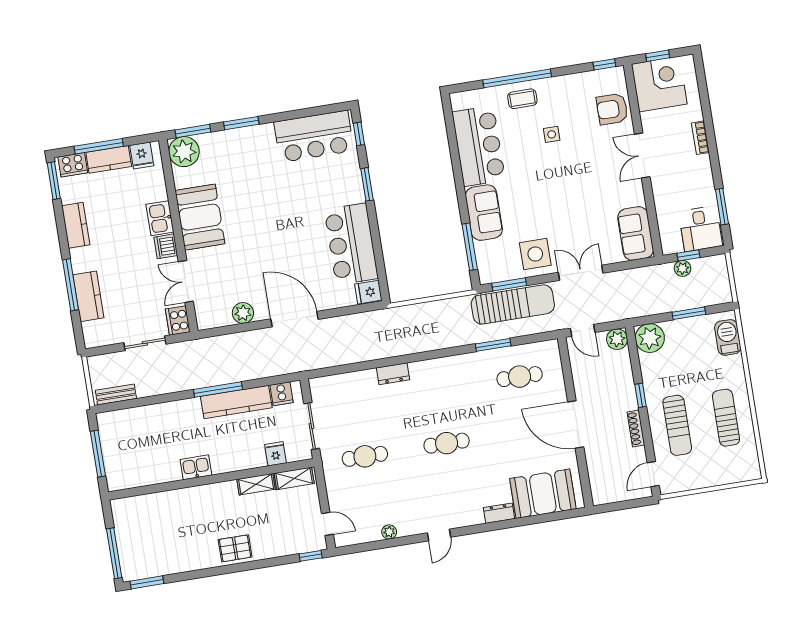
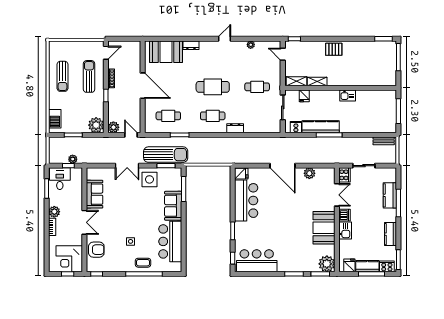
plant: (701, 166) -> (54, 212), added
sofa: (636, 233) -> (95, 194), moved
sun lounger: (513, 304) -> (166, 155), turned 180
cafe table: (438, 390) -> (213, 116), added
cafe table: (447, 443) -> (213, 87), width x1.37, depth x1.35

